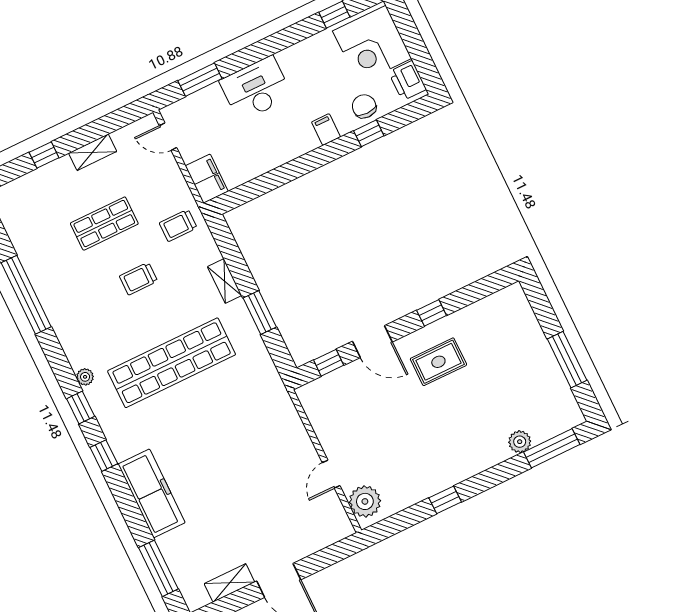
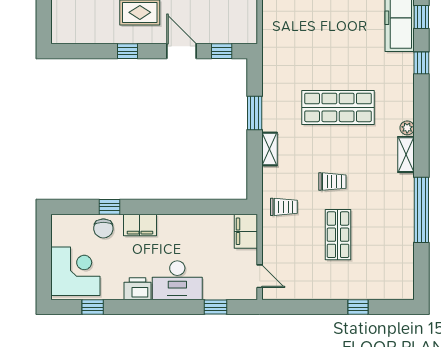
window: (200, 80) -> (216, 307), width x0.67
printer: (407, 81) -> (138, 289), moved, turned -90
filing cabinet: (326, 129) -> (140, 225), width x2.00
shelving: (93, 152) -> (406, 155), moved, turned 90
shop shelf: (104, 224) -> (338, 235), turned 90
shop shelf: (172, 363) -> (338, 107), width x0.71
window: (81, 408) -> (421, 17), moved

